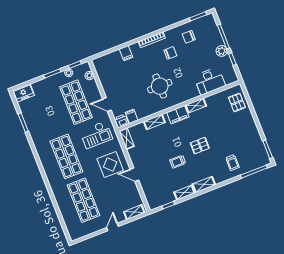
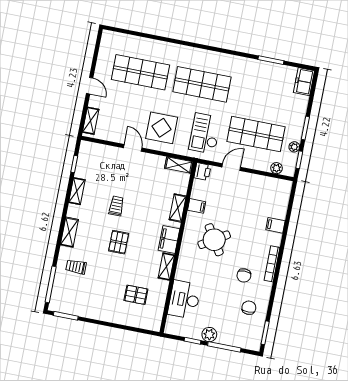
round table: (160, 86) -> (214, 240), turned -32
pallet: (237, 102) -> (136, 295), moved
filing cabinet: (132, 116) -> (197, 206), moved
door: (134, 175) -> (133, 148), hinge flipped
shelving: (204, 184) -> (69, 232), moved

